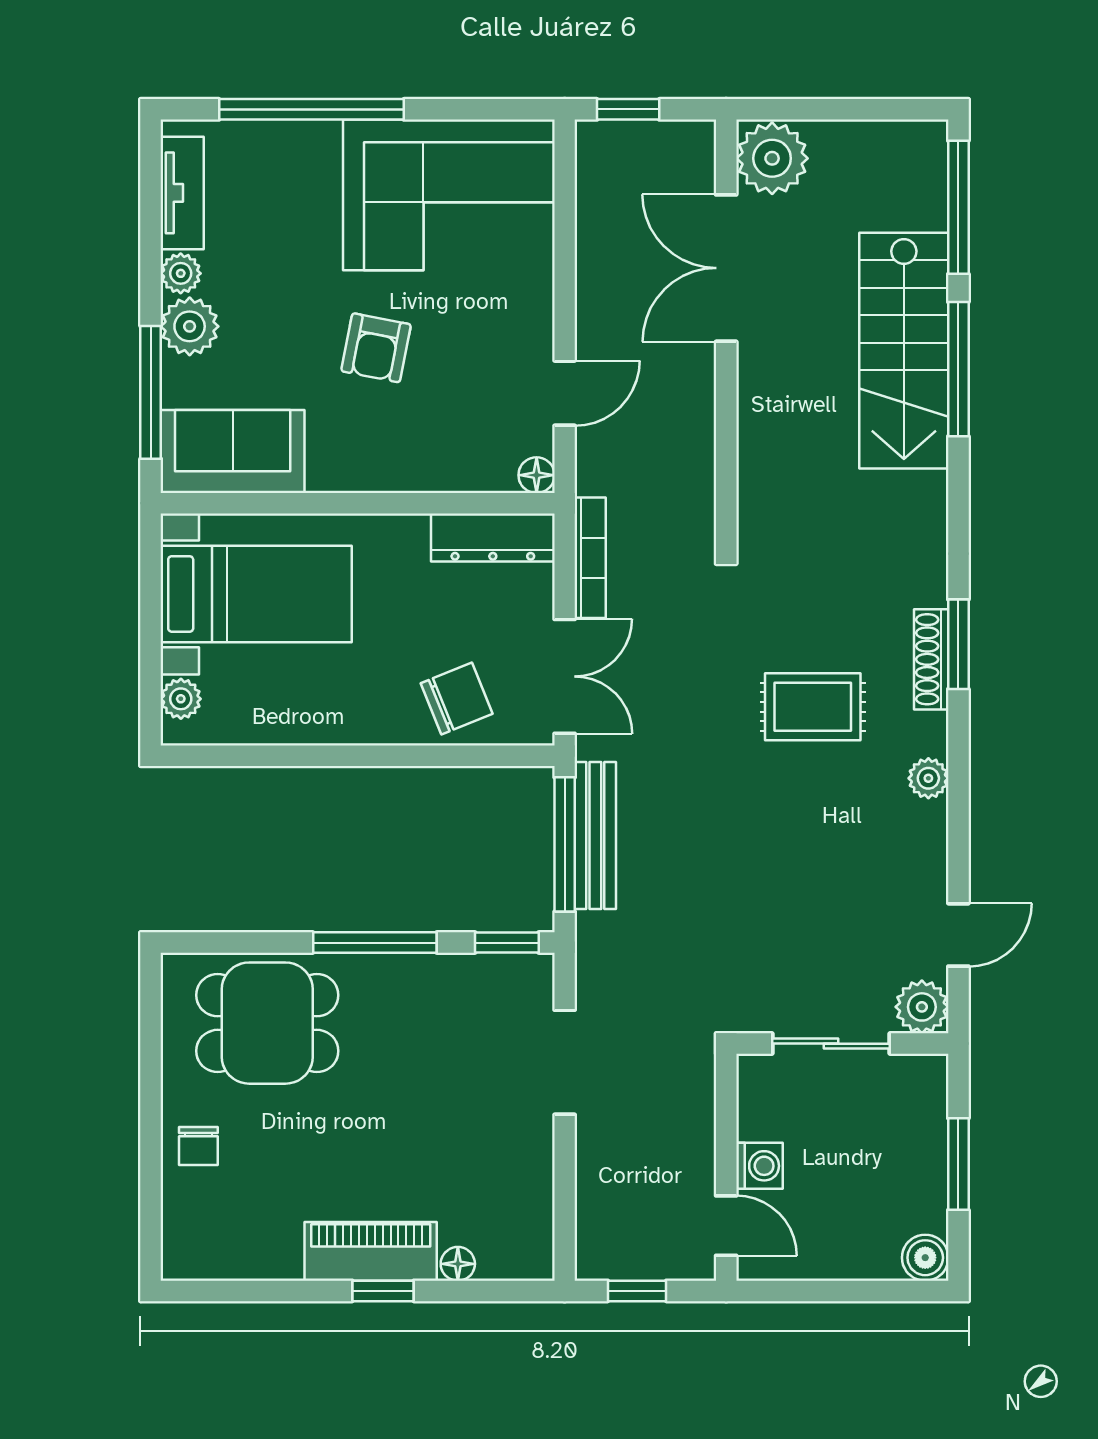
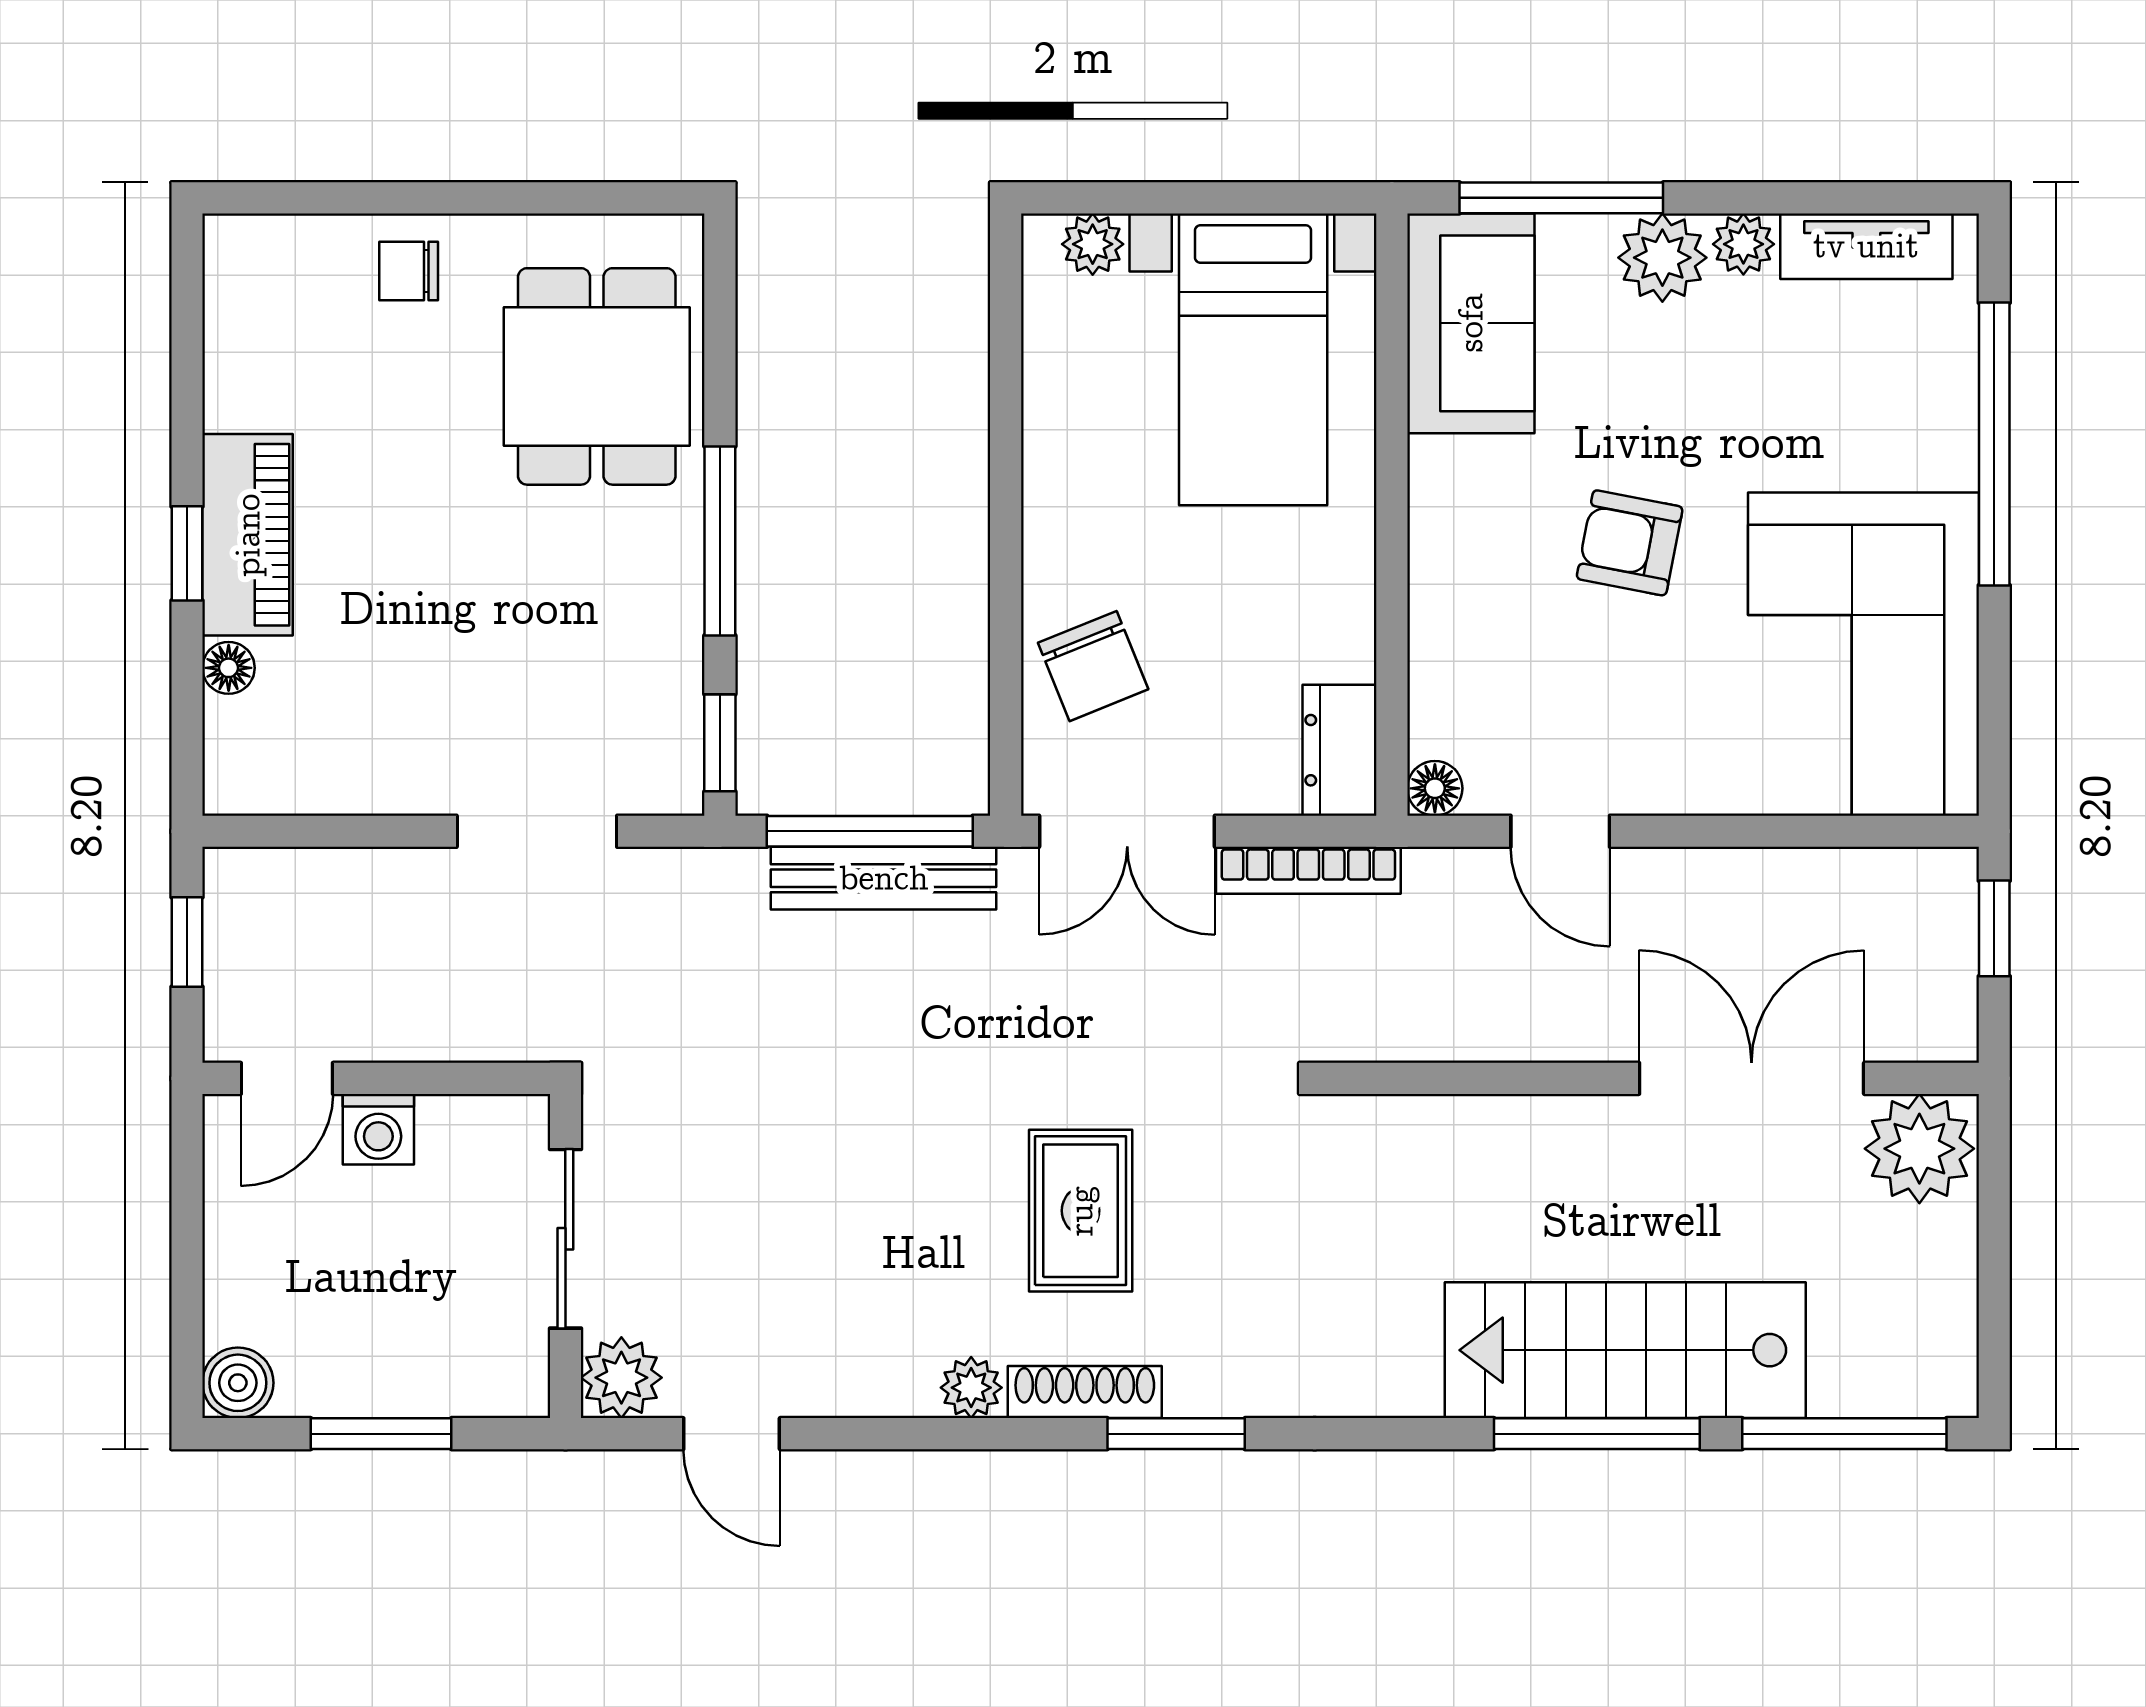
dresser: (493, 537) -> (1340, 750), width x0.70
shoe rack: (931, 659) -> (1085, 1392), moved

